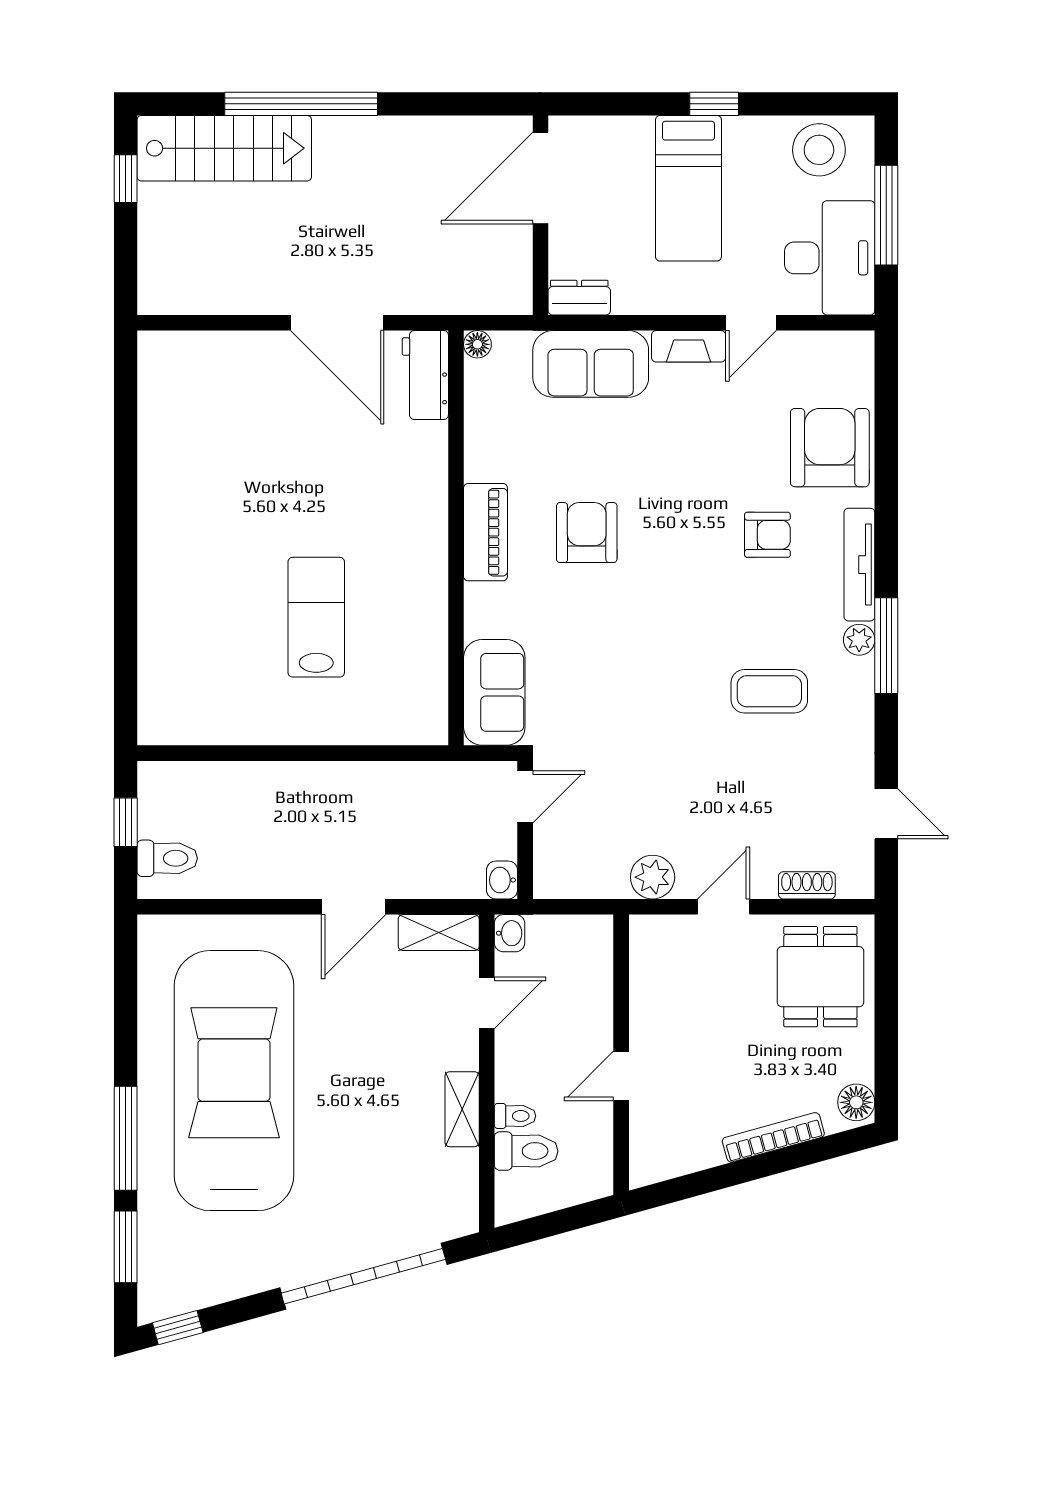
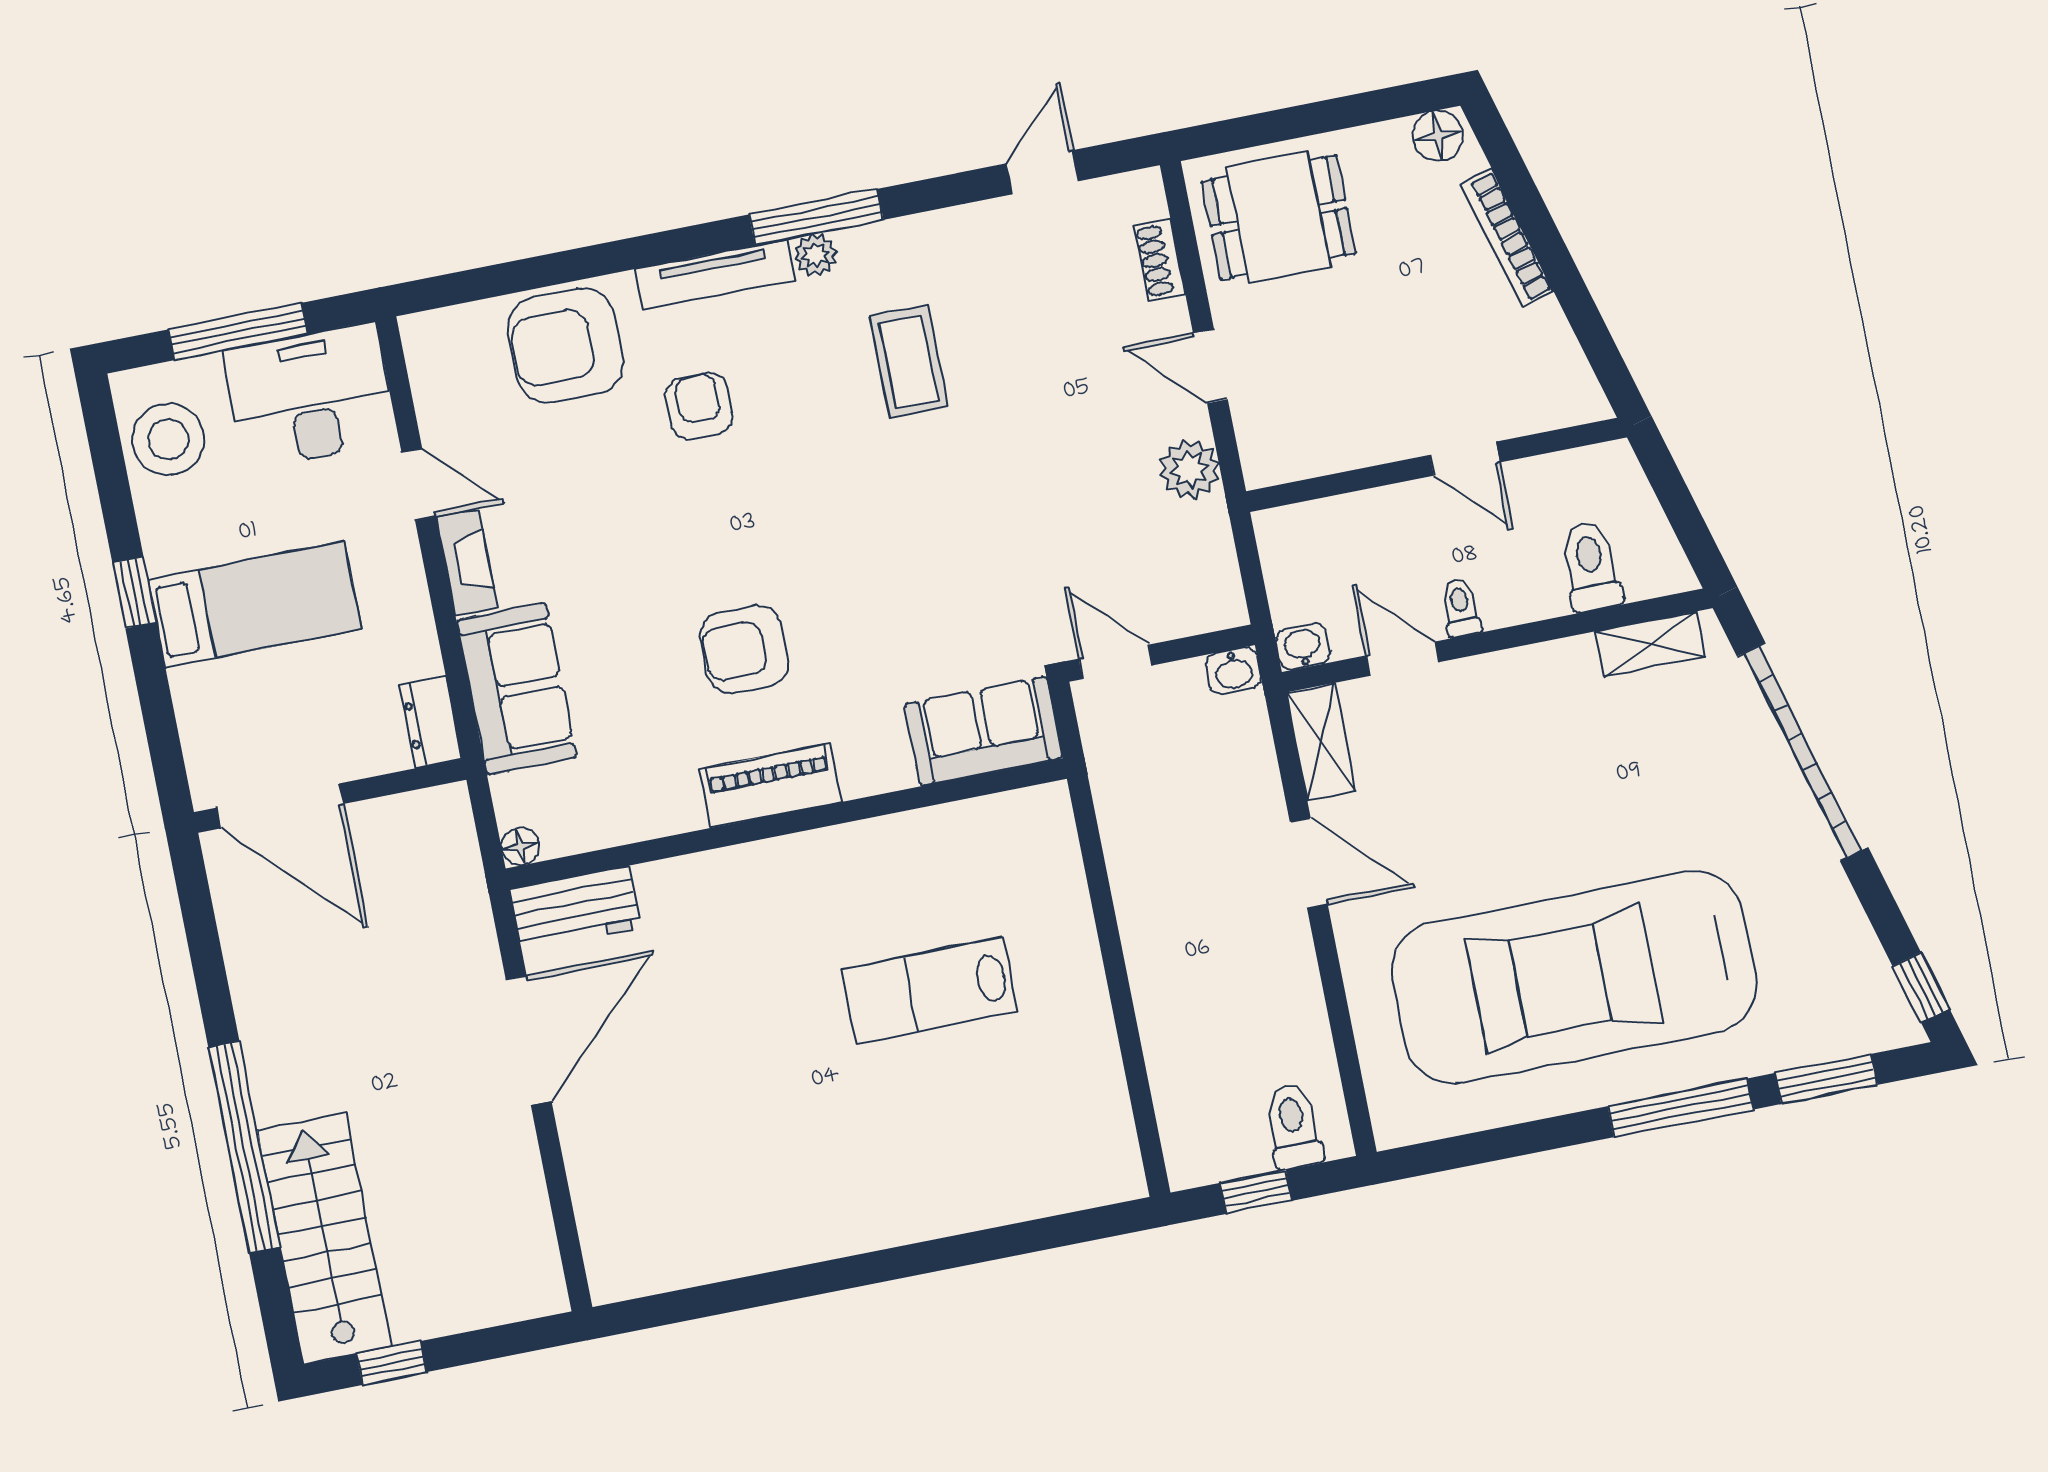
shelving: (462, 1109) -> (1650, 644), moved
toilet: (515, 1116) -> (1461, 608), moved

